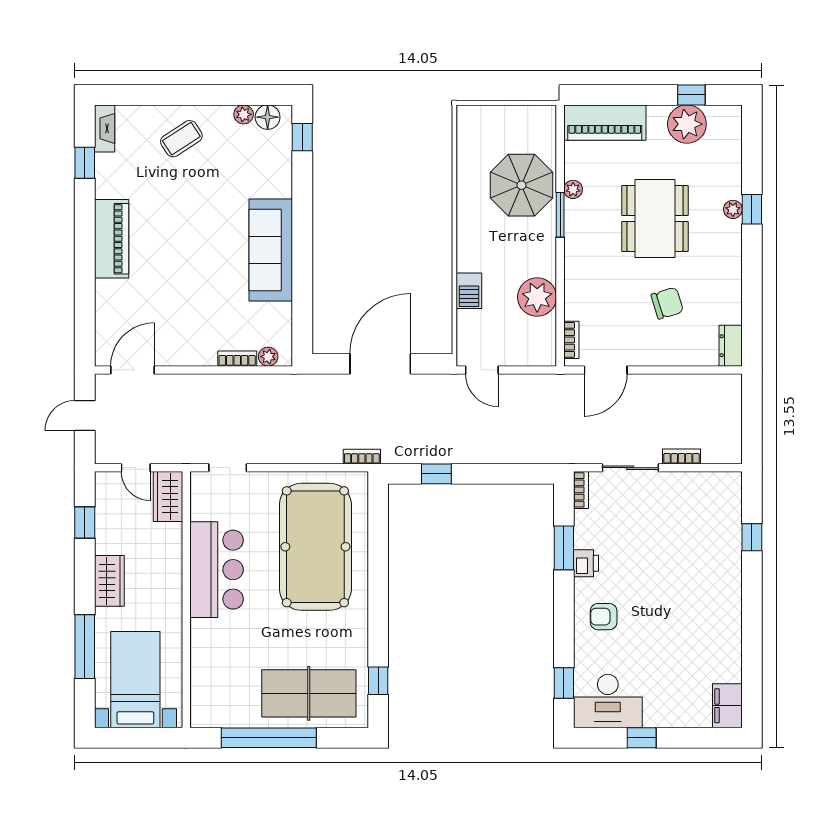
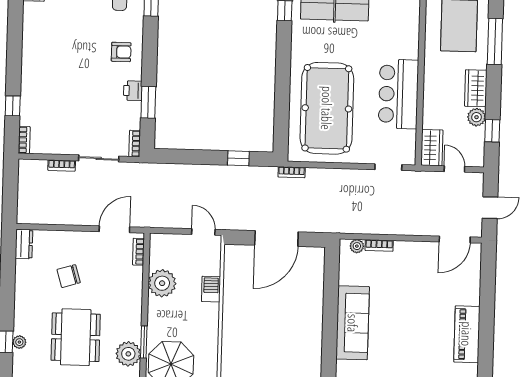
plant: (573, 189) -> (128, 354), width x1.88, depth x1.88
bookcase: (735, 490) -> (24, 140), added
plant: (107, 541) -> (477, 117), added

